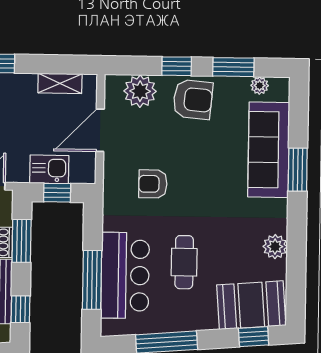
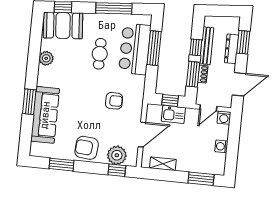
window: (177, 66) -> (117, 170), moved
plant: (260, 86) -> (47, 153), removed
window: (20, 309) -> (196, 47), moved

